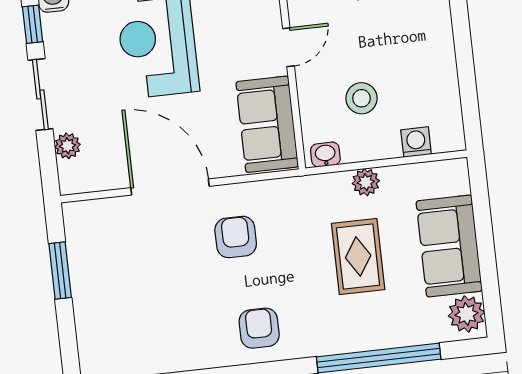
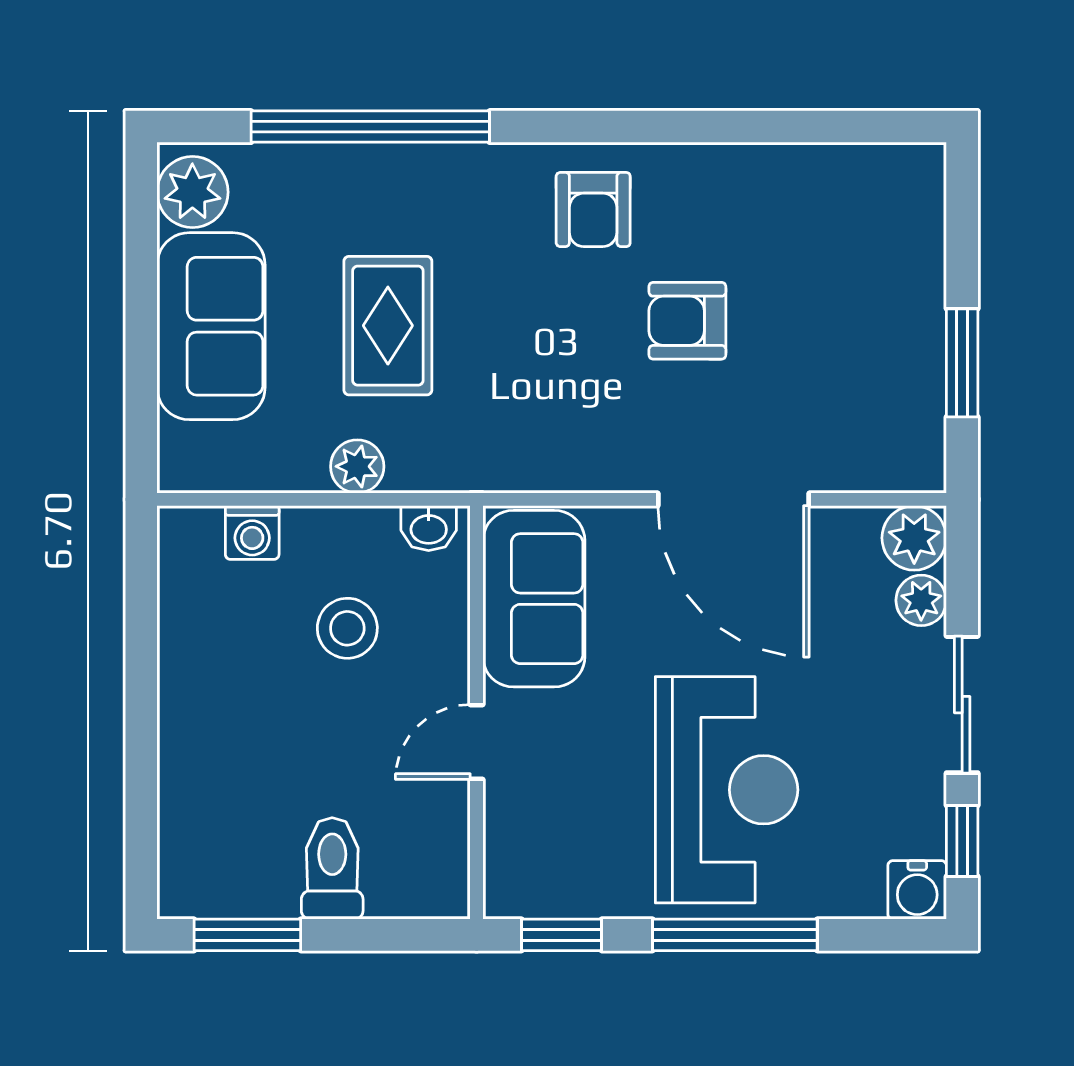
plant: (75, 178) -> (914, 538), added
armchair: (236, 237) -> (687, 321), moved, turned 90

